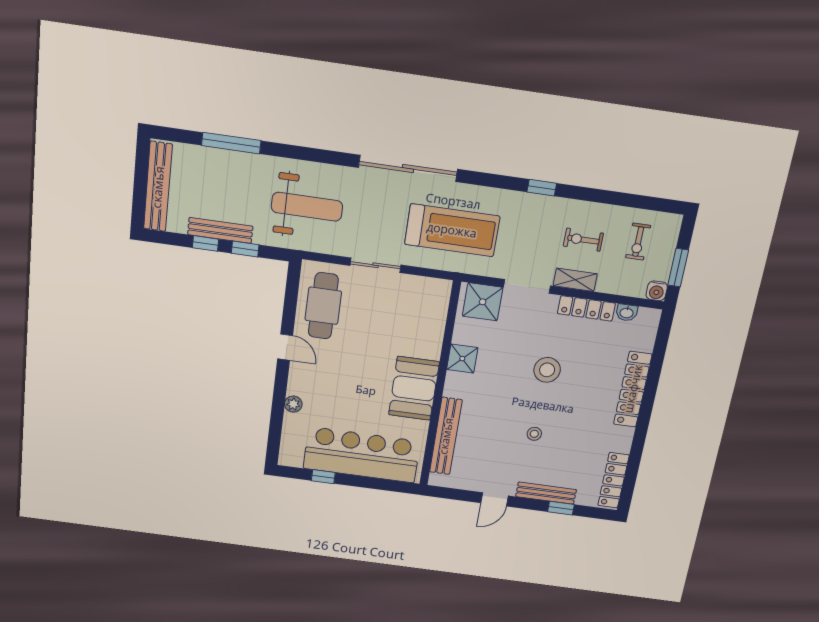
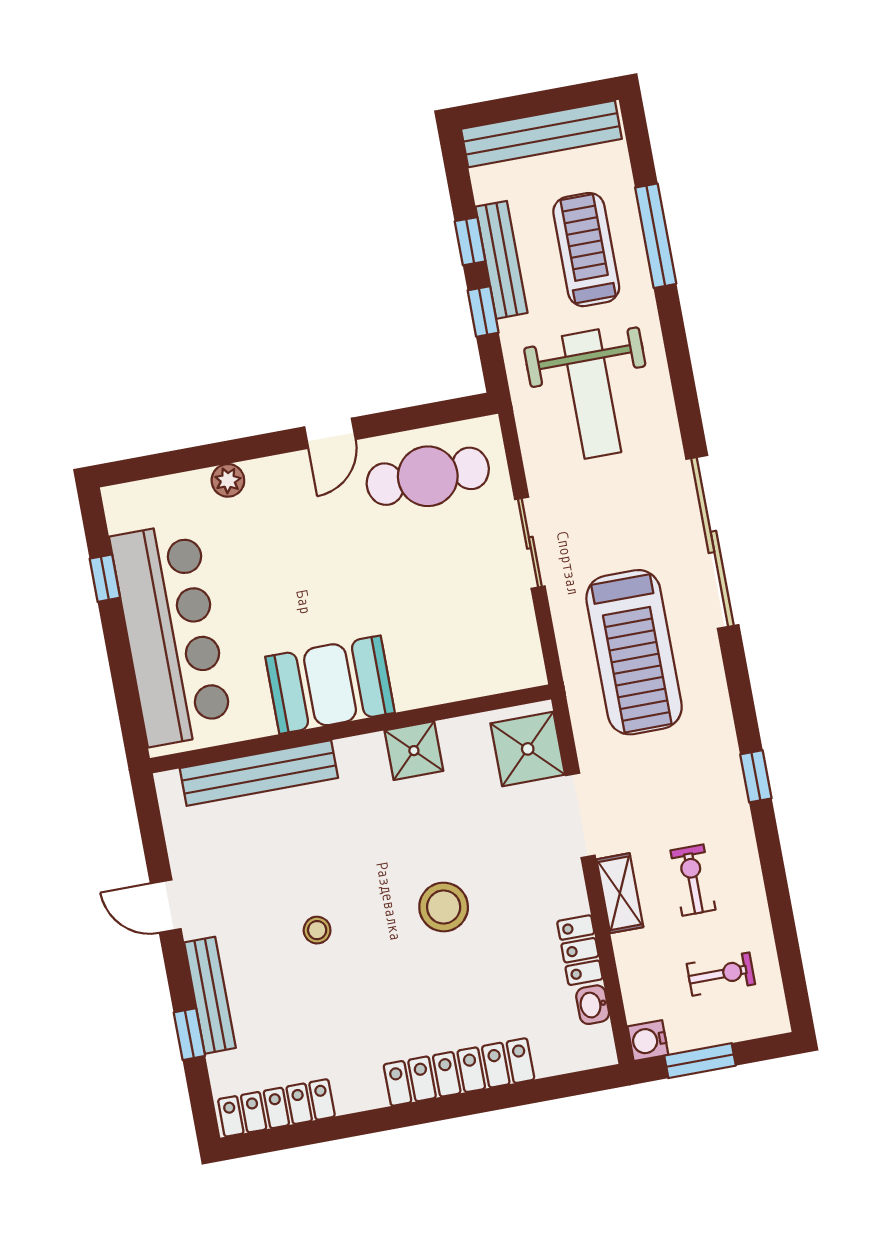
treadmill: (228, 183) -> (586, 250), added
exercise bike: (638, 242) -> (721, 974), turned 180
locker: (586, 308) -> (580, 950), width x0.66

